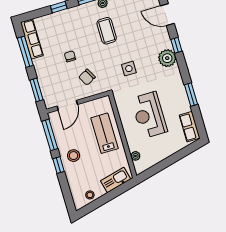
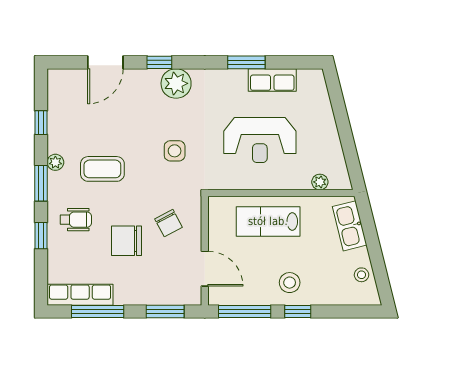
wheelchair: (74, 24) -> (76, 220), added
chair: (70, 56) -> (127, 241), width x1.87, depth x1.87
row of seats: (190, 127) -> (272, 80), moved

